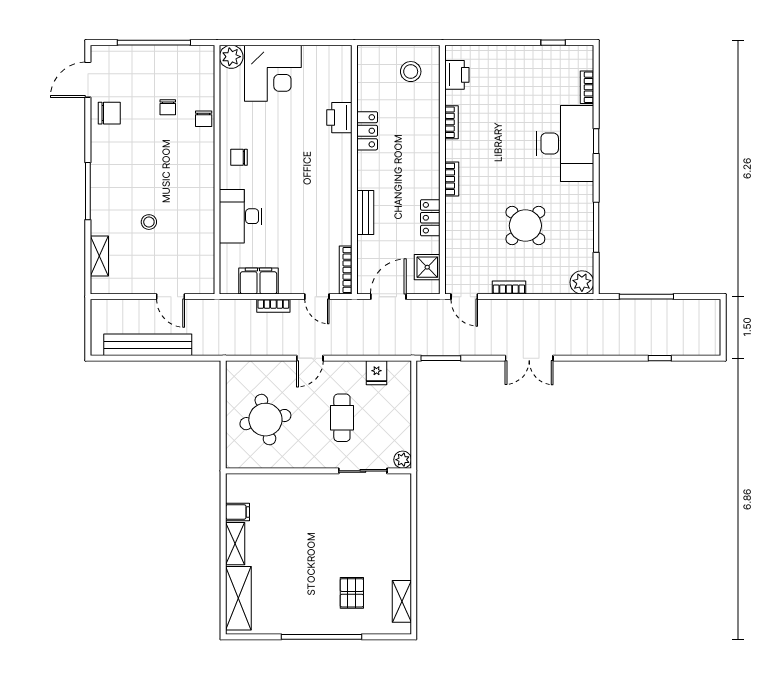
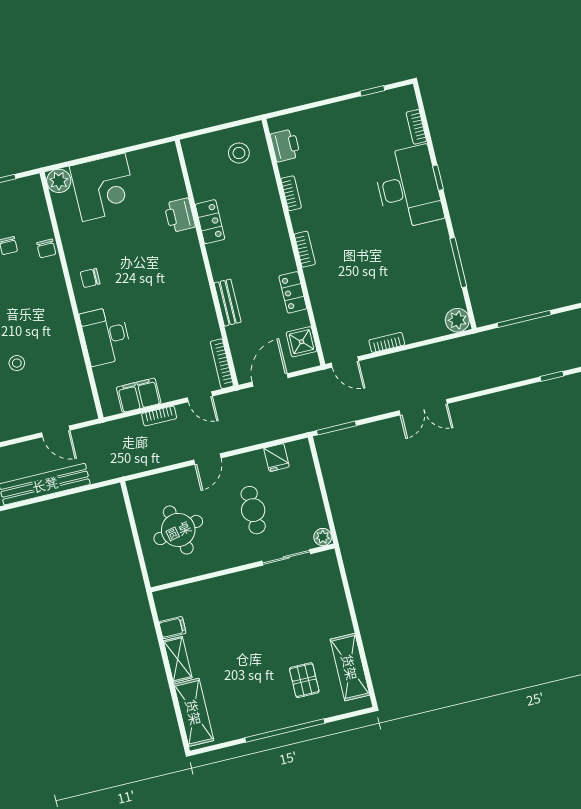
round table: (525, 226) -> (388, 278), removed
shelving: (402, 601) -> (350, 667), width x1.50, depth x1.33

